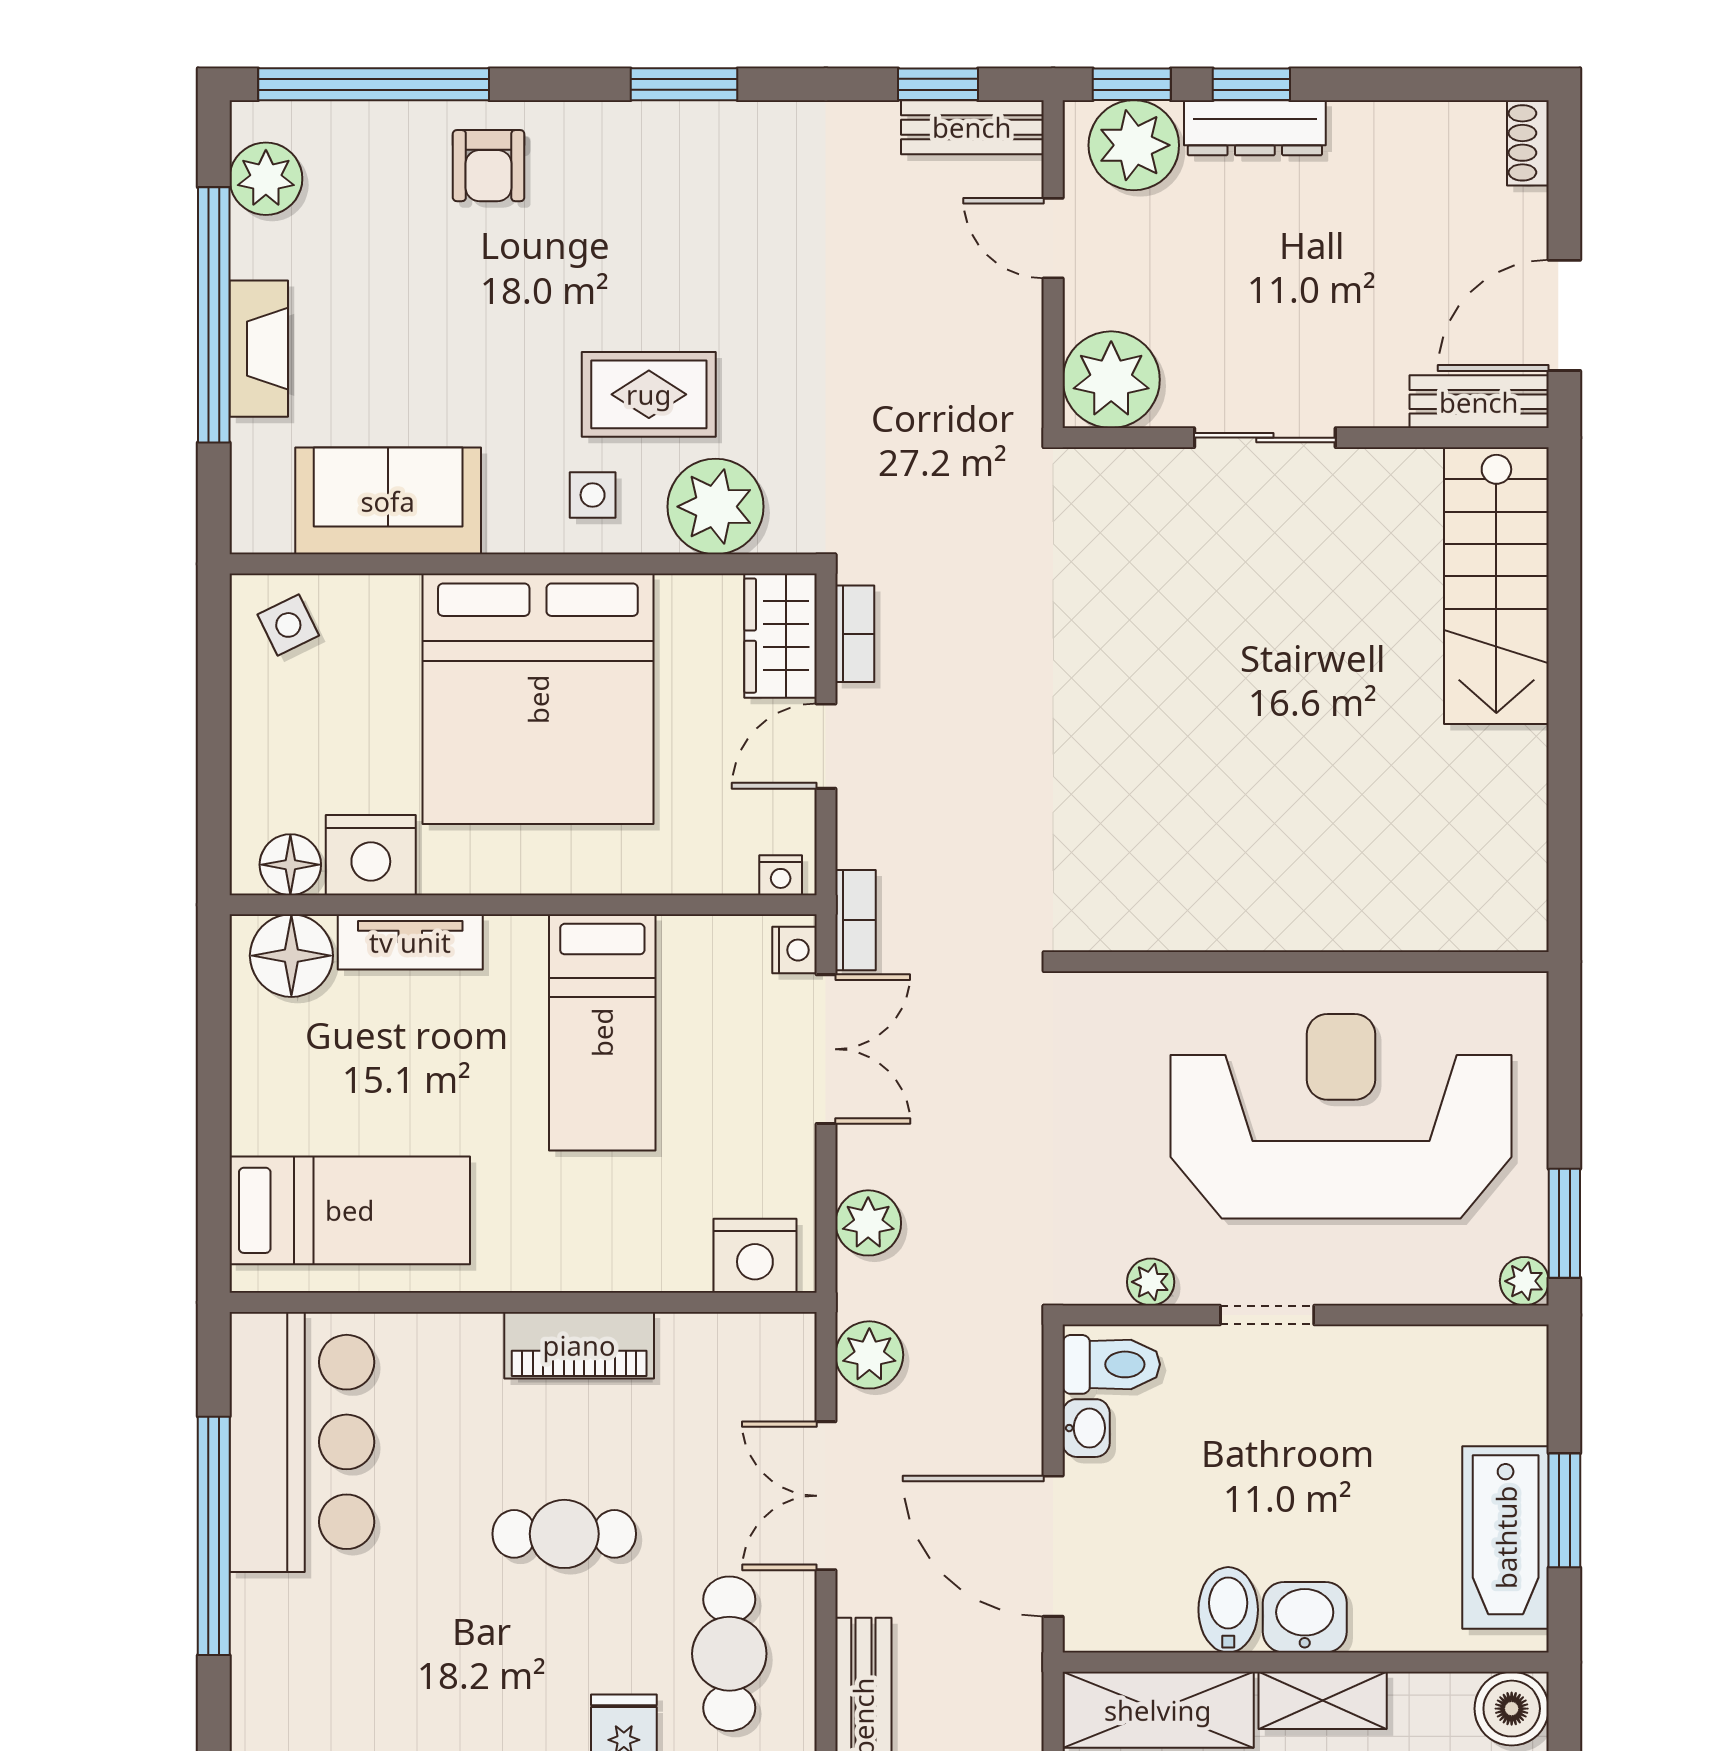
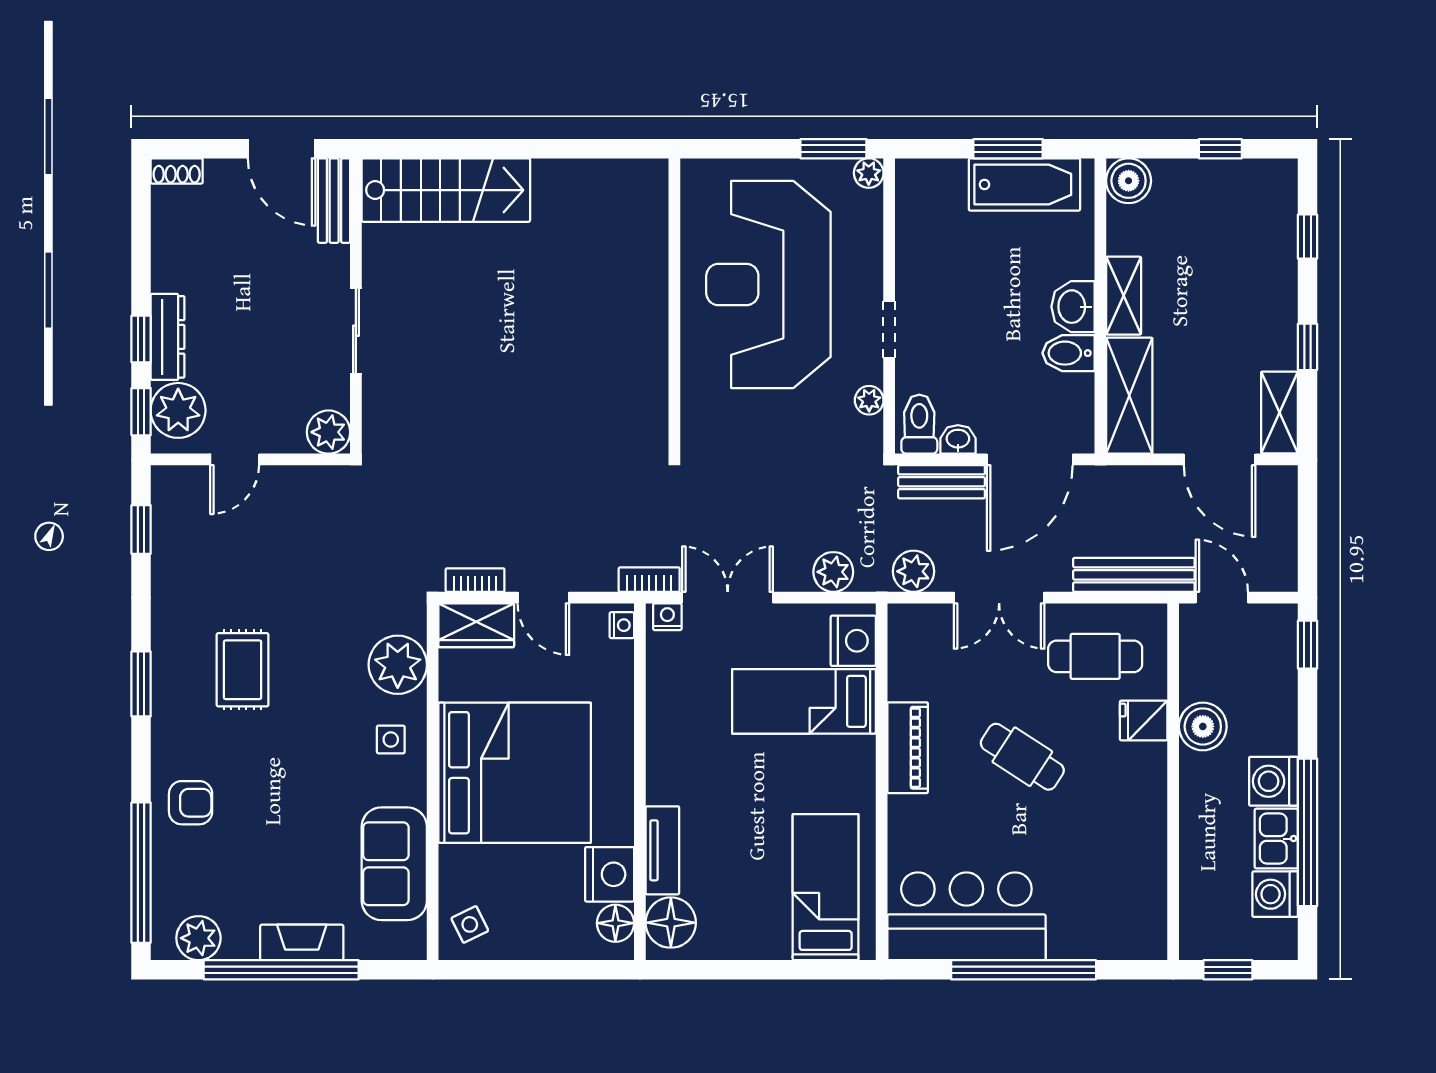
bench: (972, 127) -> (942, 482), moved, turned 90
plant: (1111, 380) -> (329, 432), width x0.73, depth x0.73
rug: (649, 394) -> (243, 670), moved
bed: (602, 1032) -> (804, 701), moved, turned 180
cafe table: (564, 1534) -> (1022, 757), turned -57

